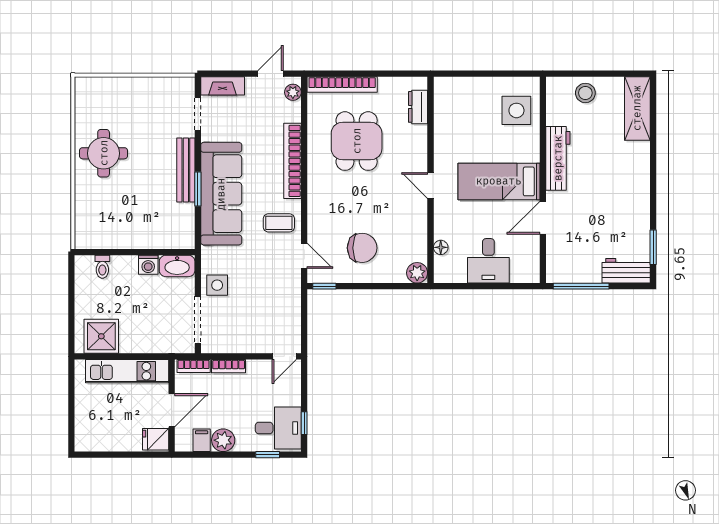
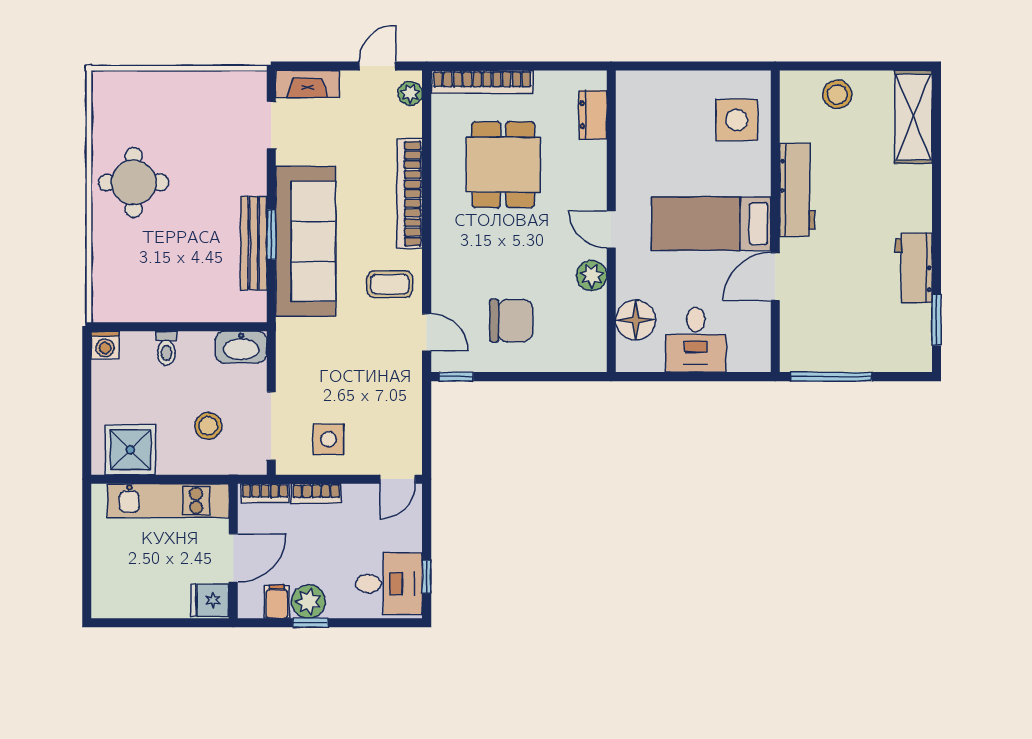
bench: (186, 170) -> (254, 243), moved
floor lamp: (441, 247) -> (636, 320), width x1.89, depth x1.89
washing machine: (148, 265) -> (105, 345), moved
toilet: (102, 267) -> (166, 348), moved
workbench: (626, 271) -> (914, 268), moved, turned -90
plant: (417, 273) -> (592, 276), moved
side table: (217, 285) -> (328, 439), moved
stool: (155, 320) -> (208, 426), added
window: (268, 455) -> (310, 623), moved

